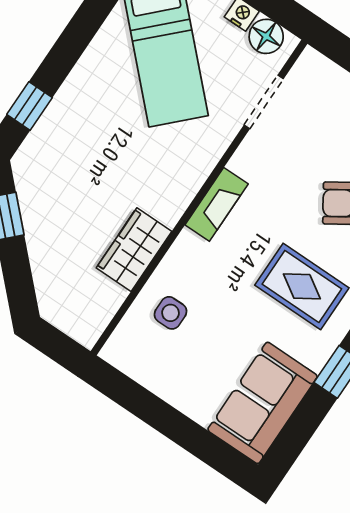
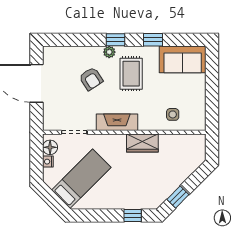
fireplace: (217, 204) -> (117, 122), width x1.37, depth x1.32
wardrobe: (134, 250) -> (142, 143), moved

